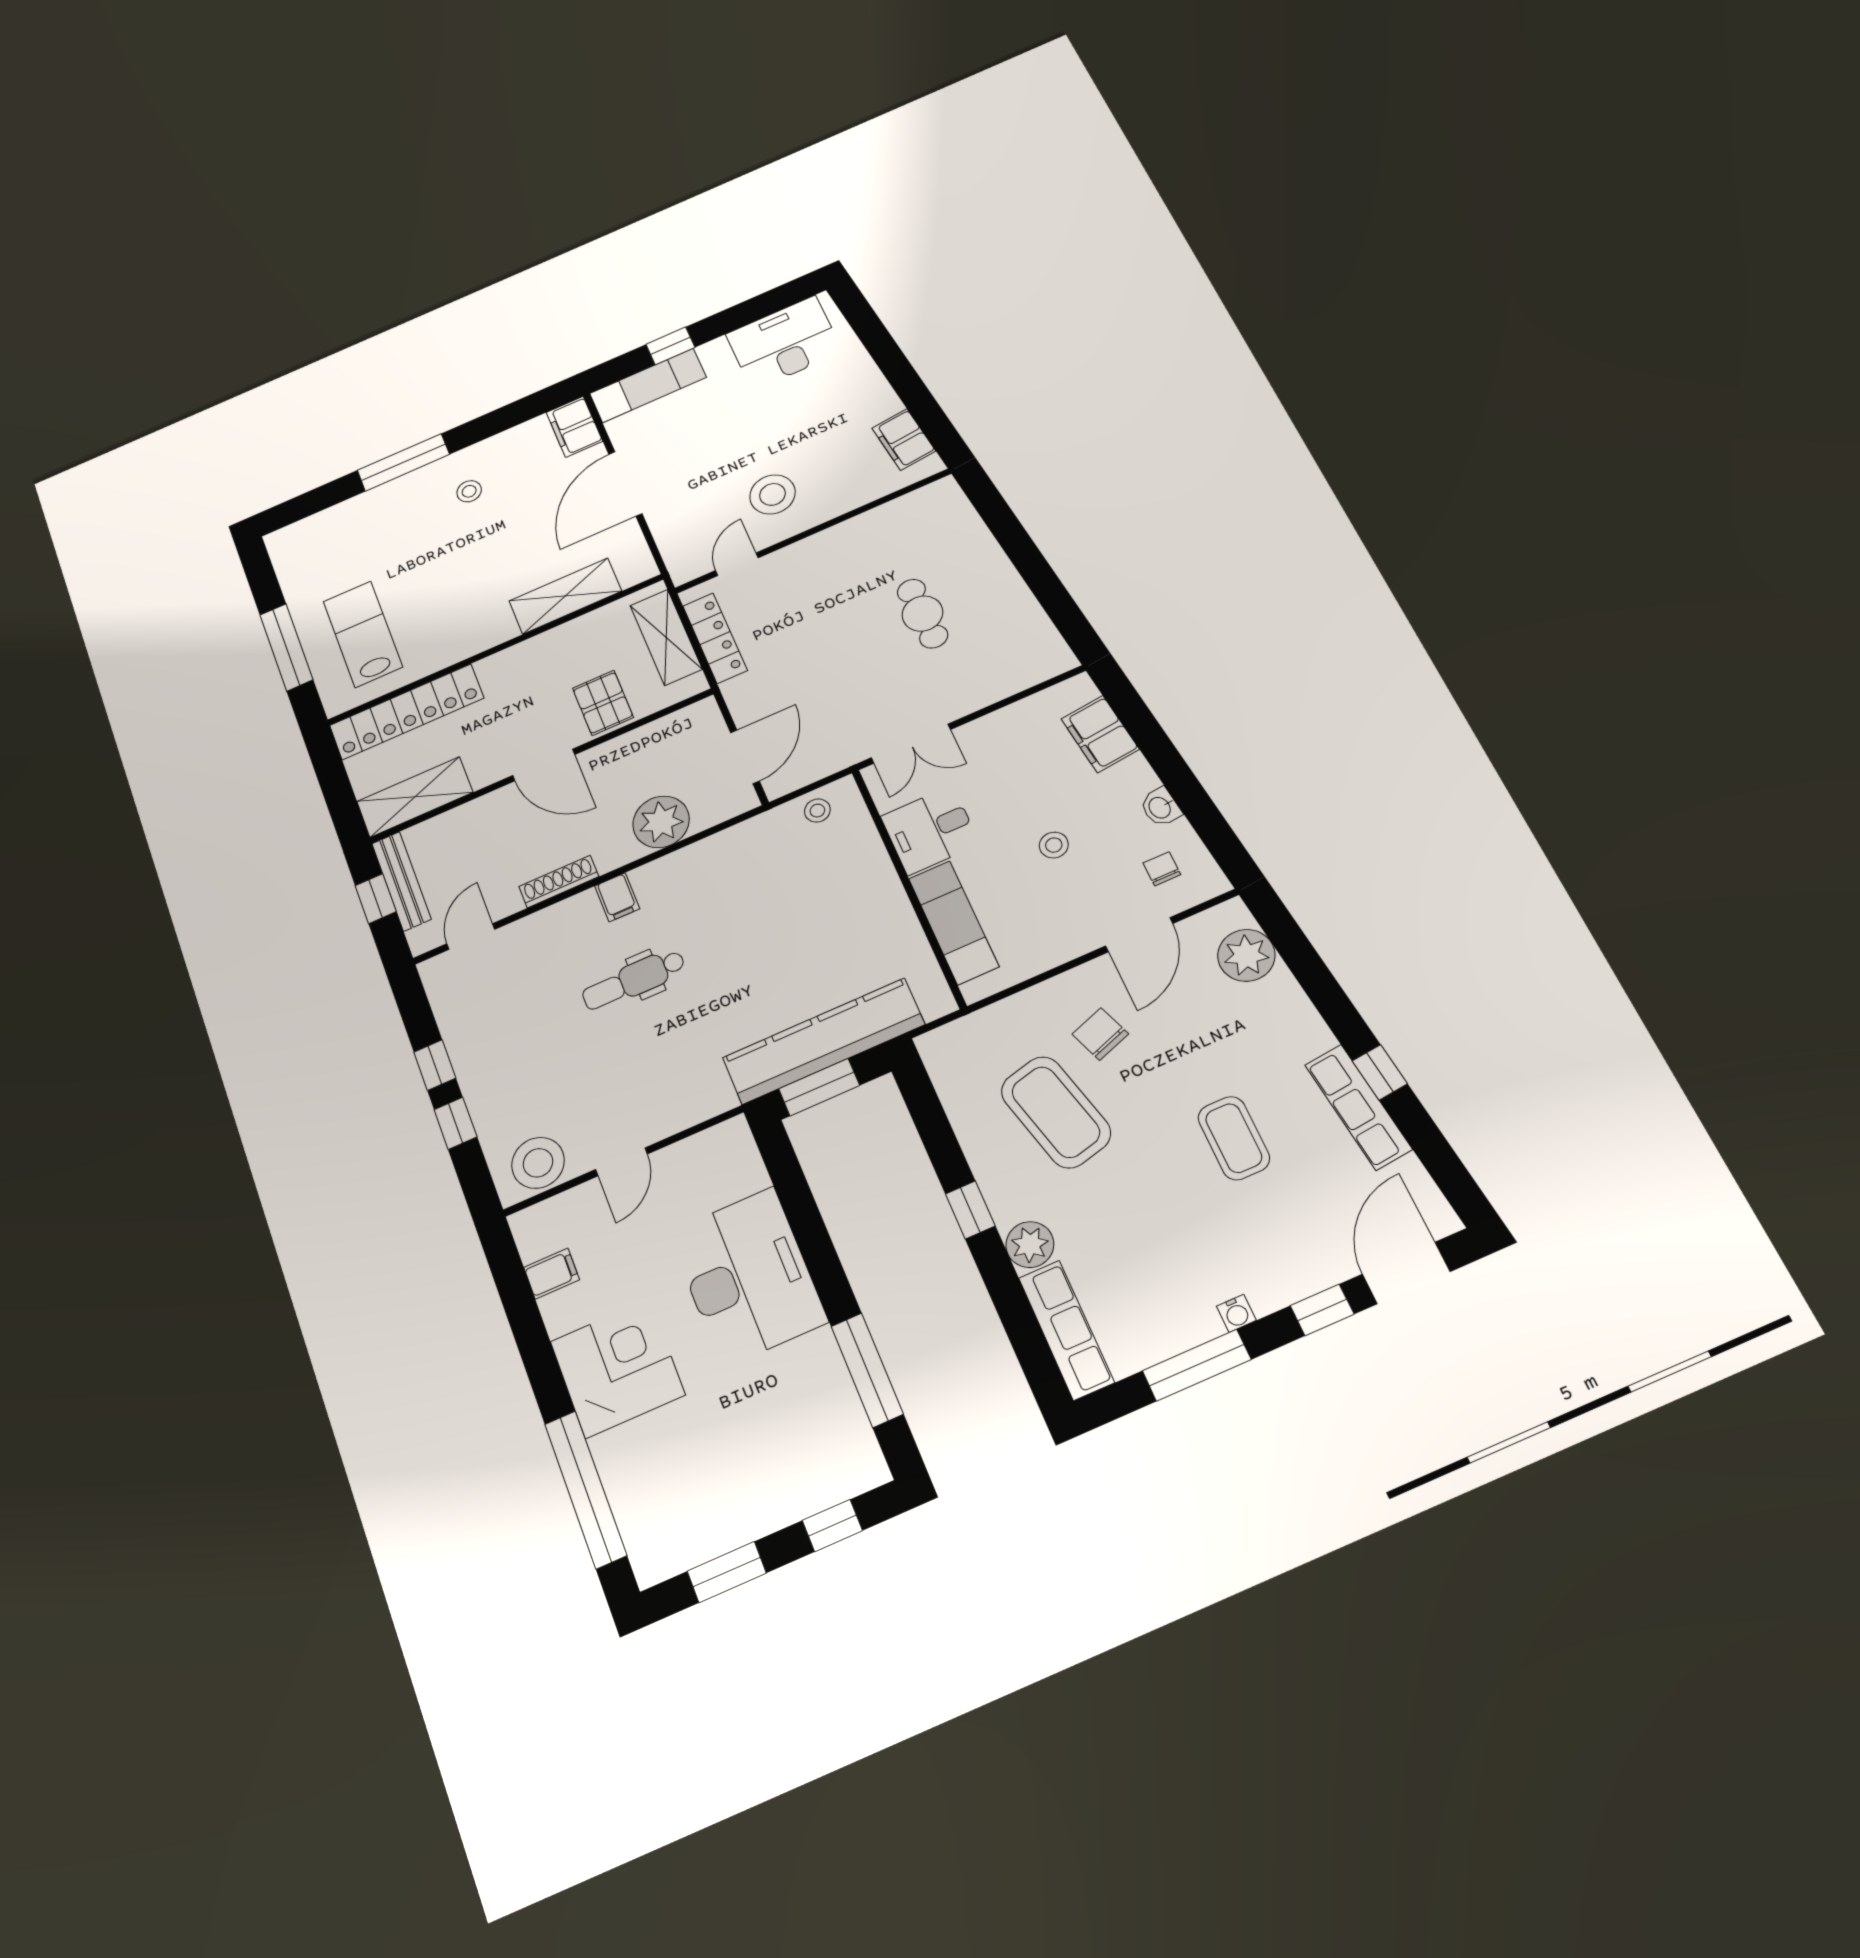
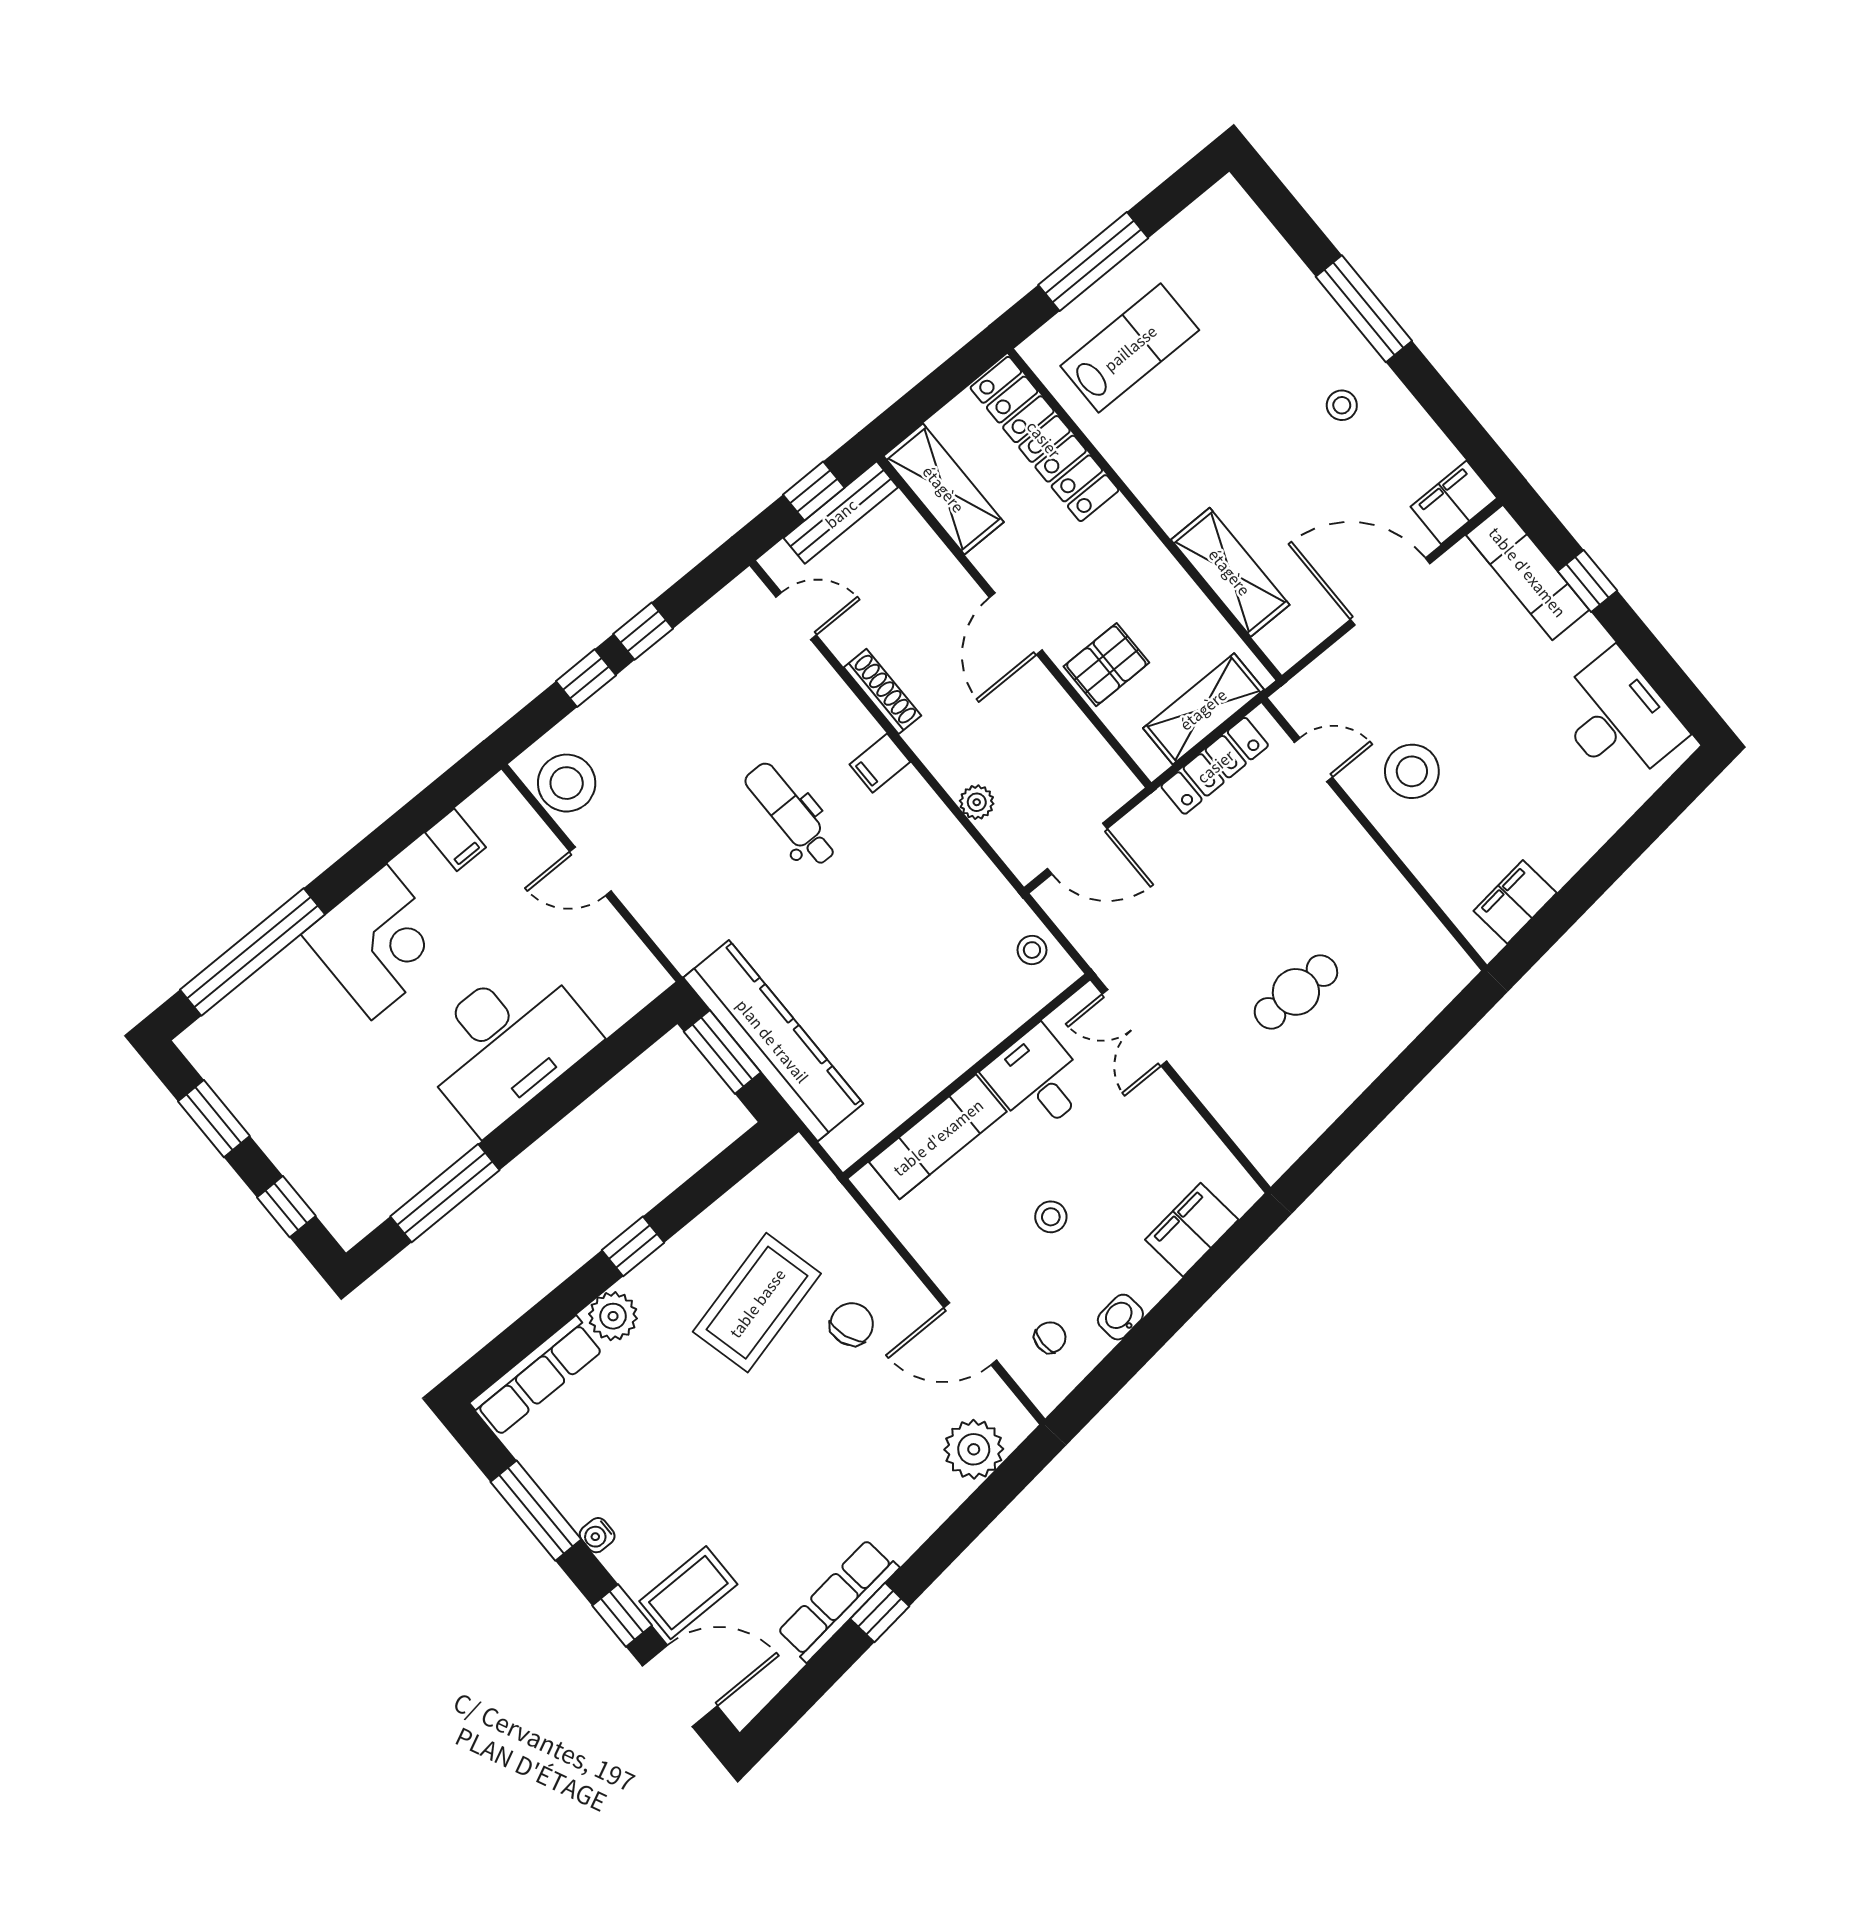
plant: (661, 822) -> (977, 802), width x0.53, depth x0.53
coffee table: (1234, 1138) -> (688, 1593), moved

